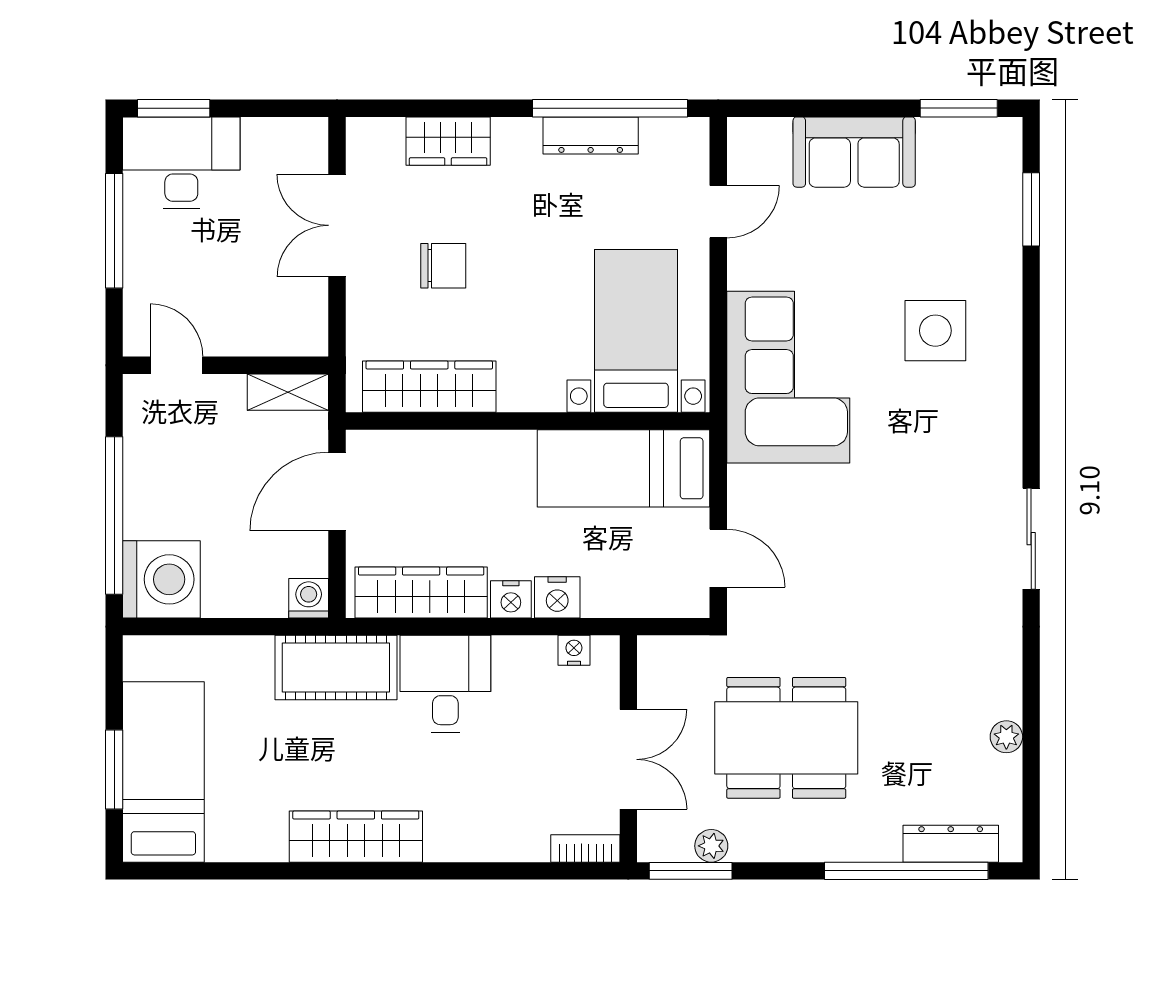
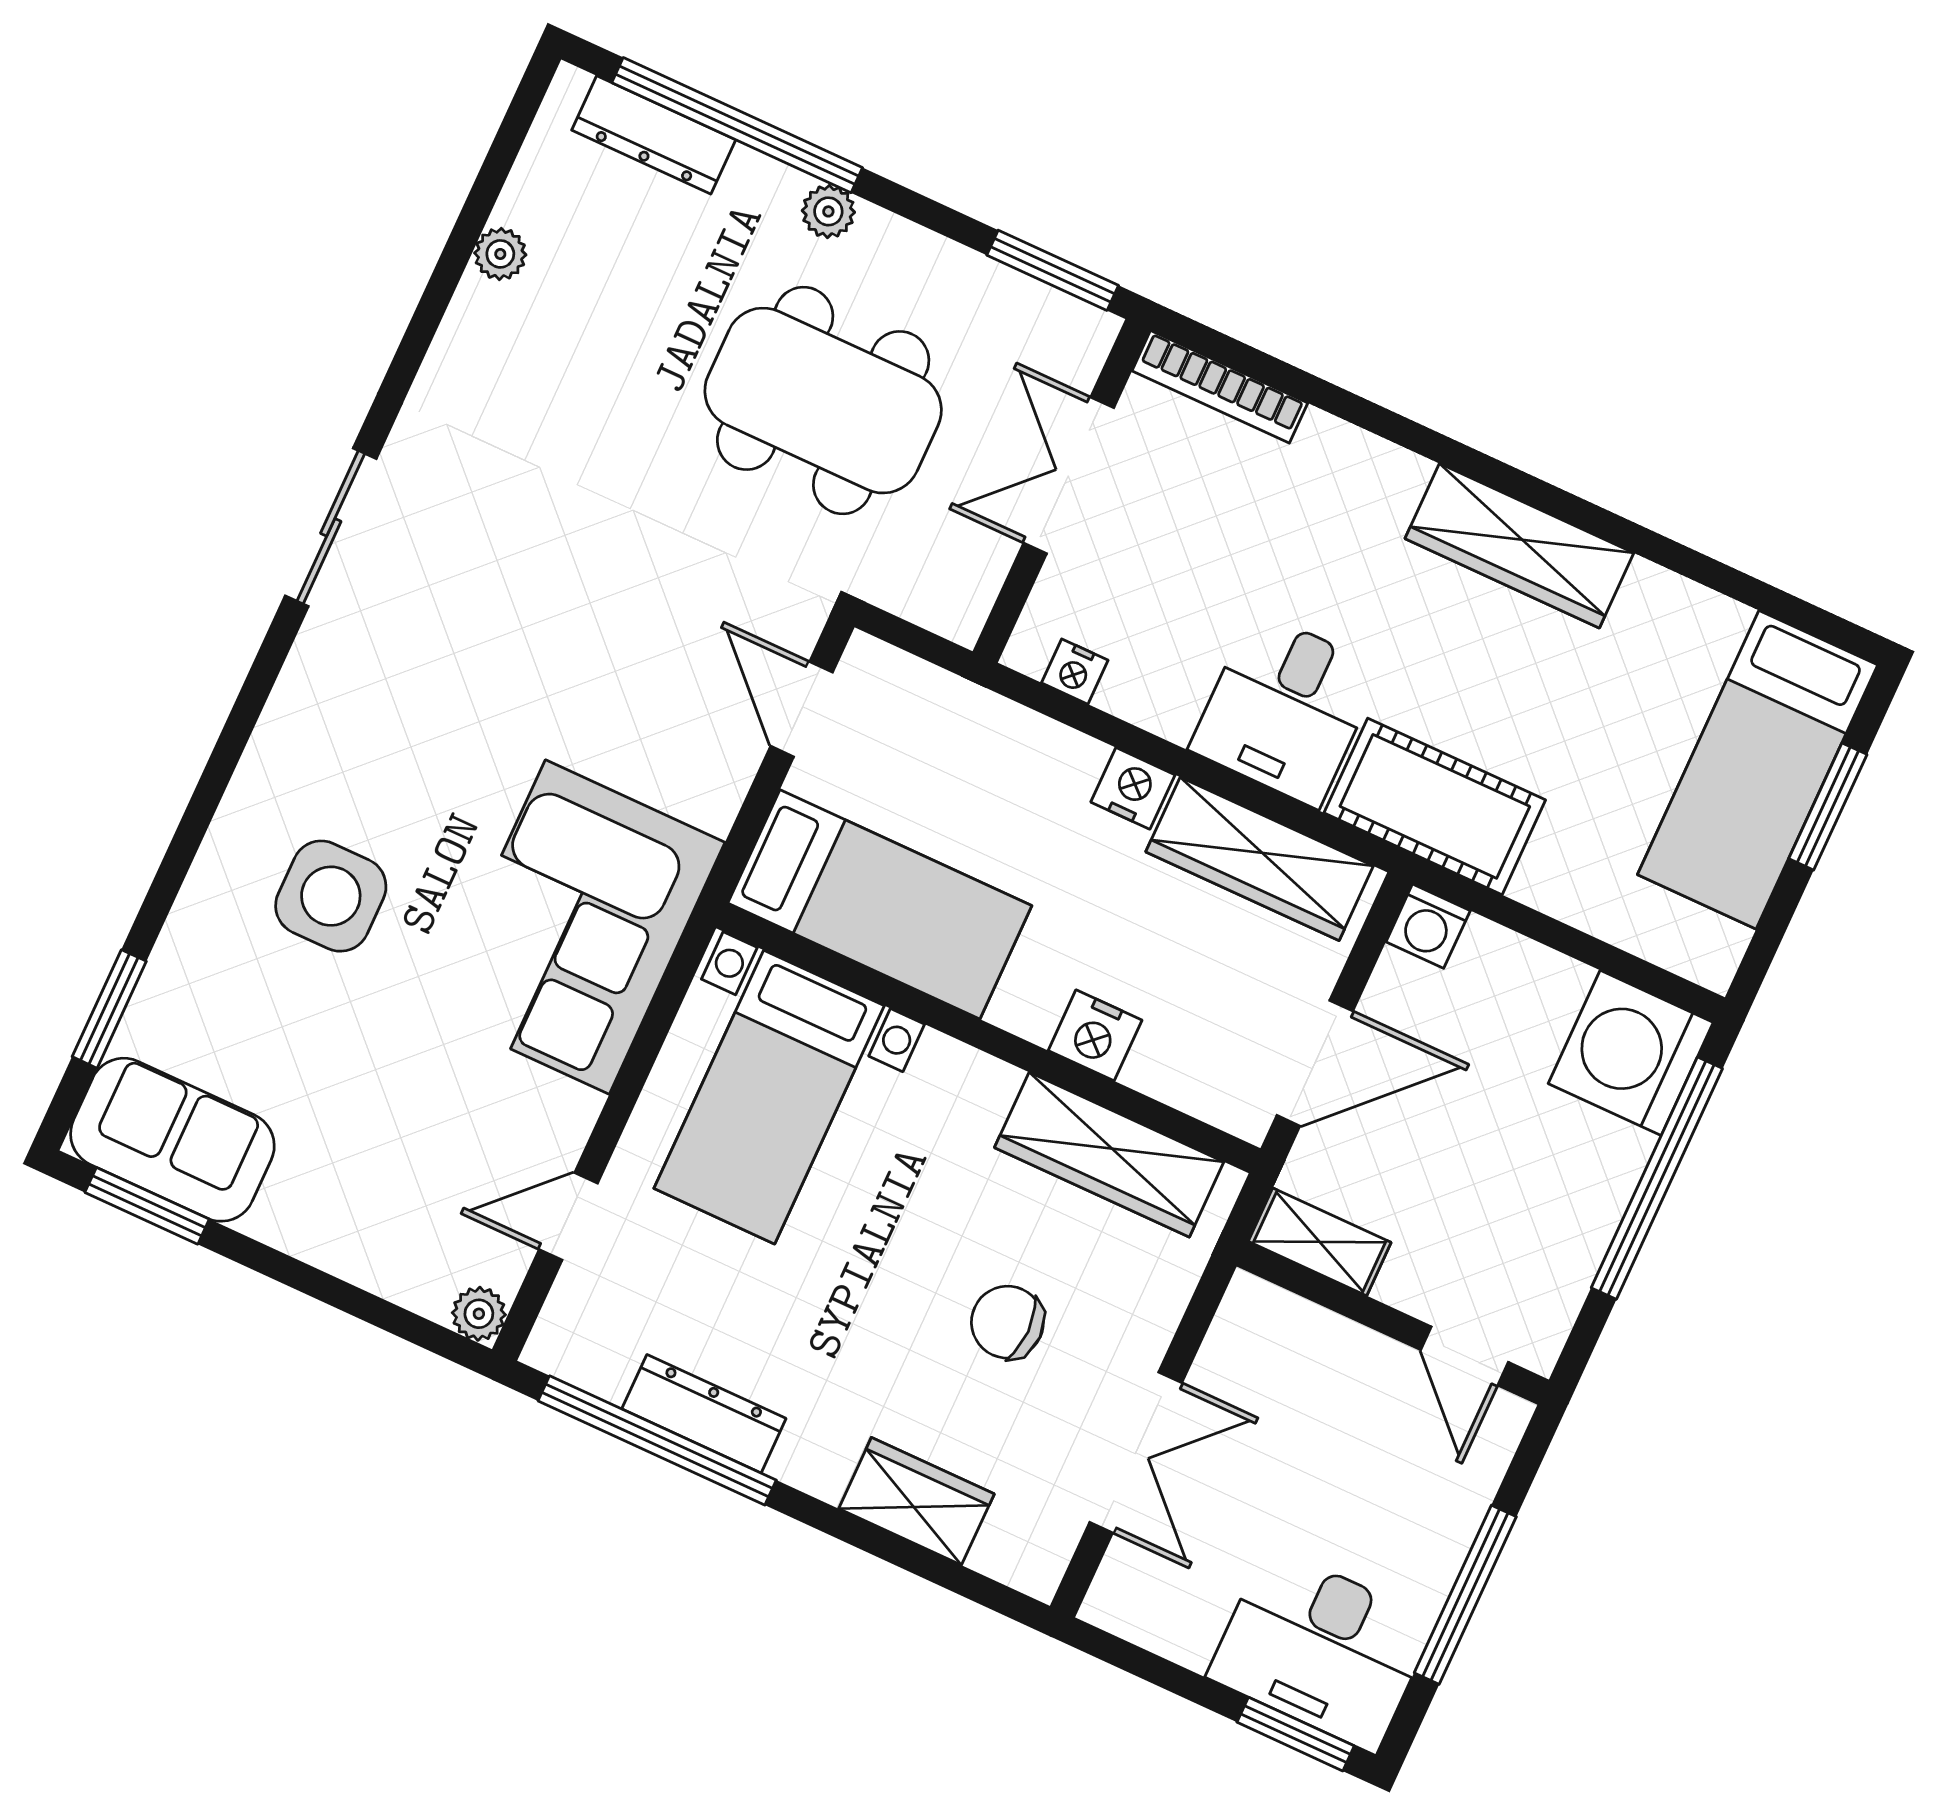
plant: (743, 133) -> (479, 1314), added
sofa: (854, 152) -> (172, 1140), moved
nightstand: (557, 597) -> (1095, 1035), moved, turned 180
plant: (711, 846) -> (828, 211), moved
bookcase: (585, 849) -> (1220, 387), width x1.56

